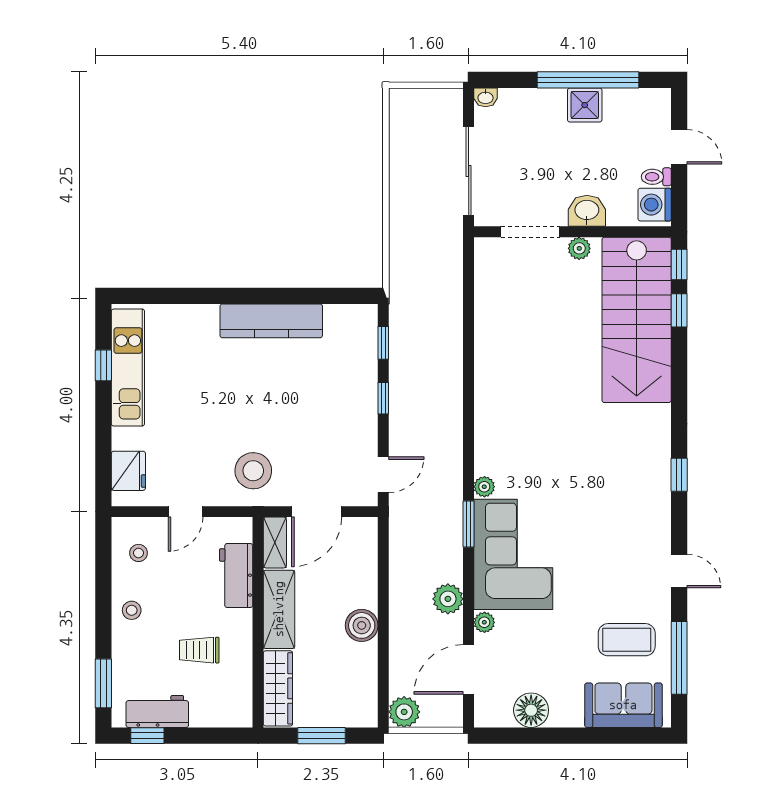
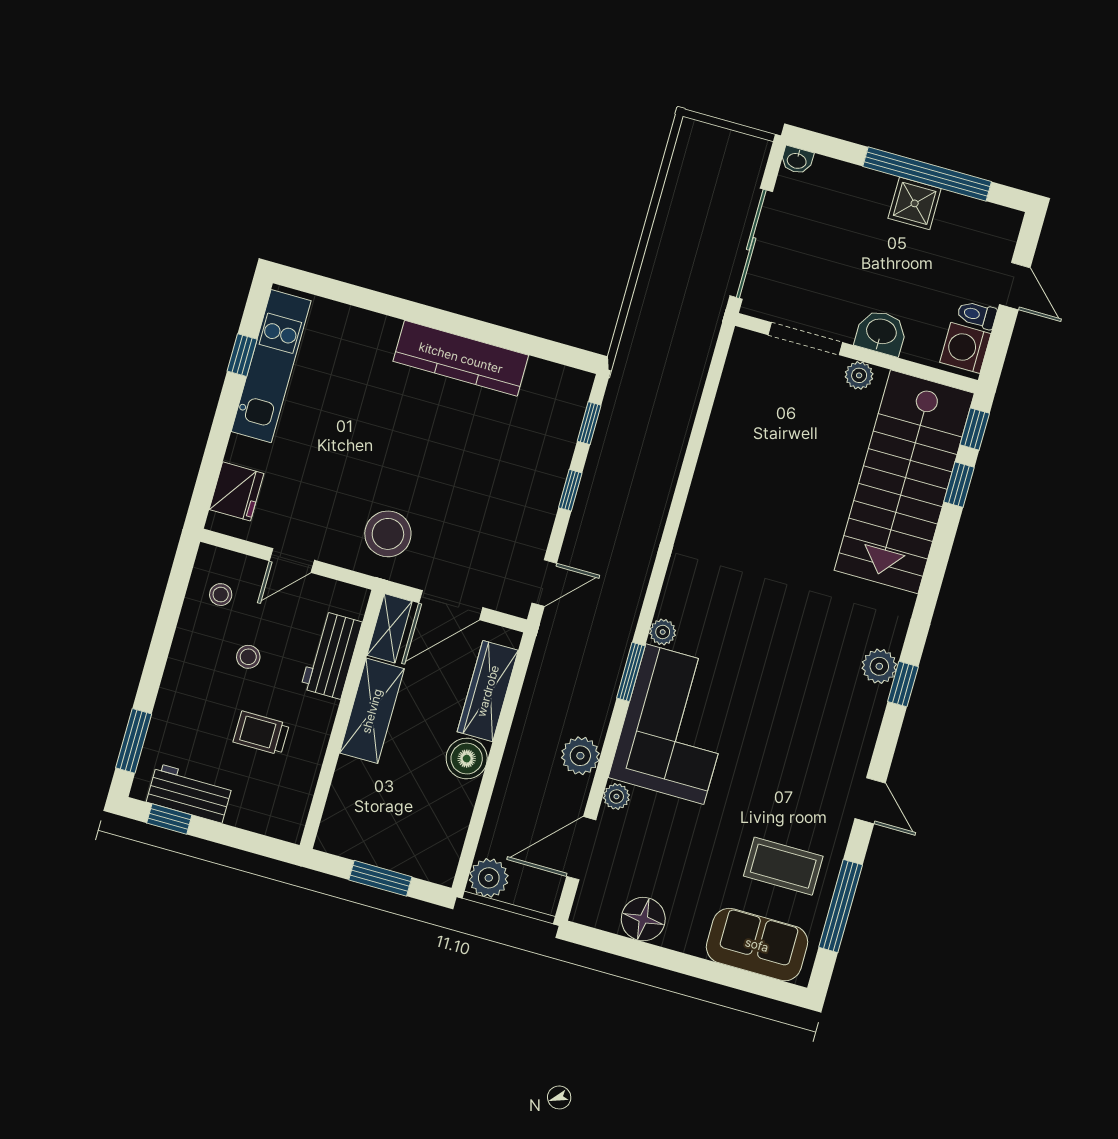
plant: (657, 466) -> (879, 666), added
stool: (132, 610) -> (248, 657), moved
wardrobe: (278, 688) -> (488, 691), moved, turned 180

